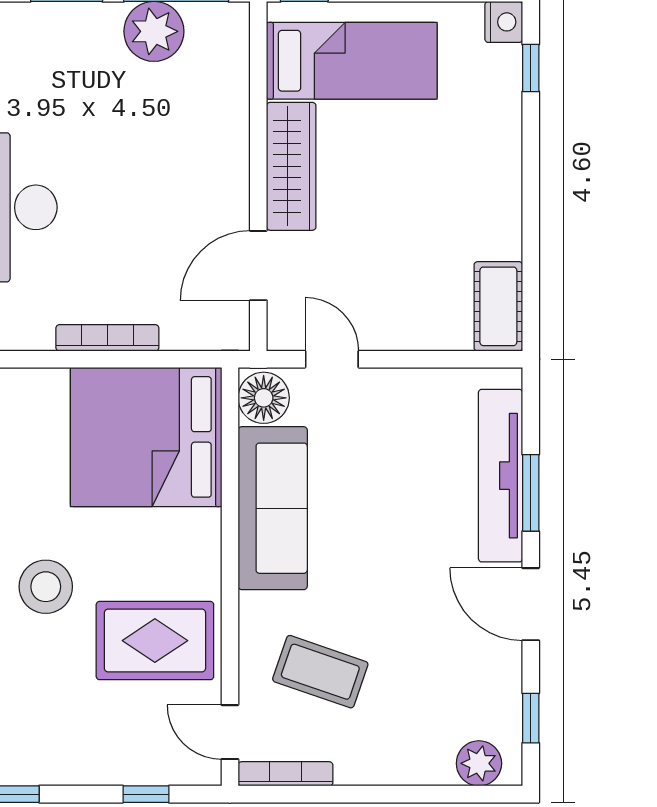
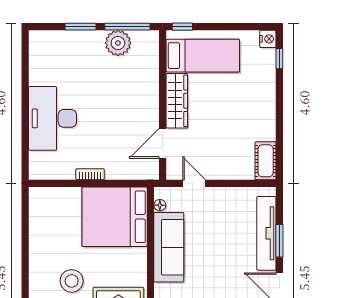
bookcase: (107, 338) -> (90, 174), width x0.64
floor lamp: (264, 398) -> (160, 205), width x0.53, depth x0.53

